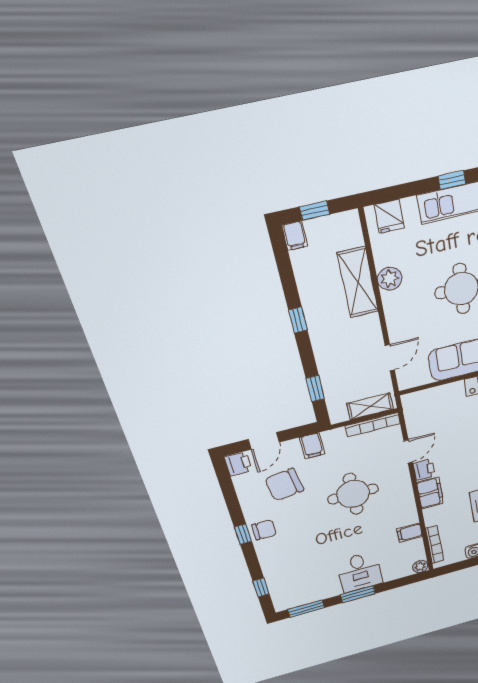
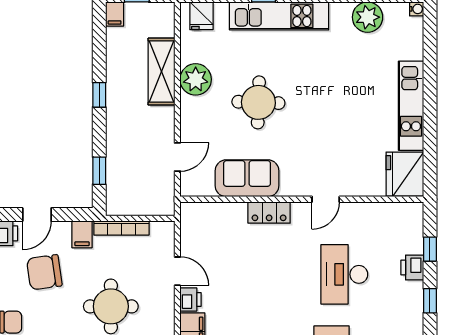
plant: (390, 279) -> (196, 79), width x1.36, depth x1.36
shelving: (370, 406) -> (148, 206), removed
bookcase: (373, 425) -> (121, 228), moved
door: (408, 451) -> (177, 271), hinge flipped

